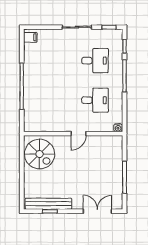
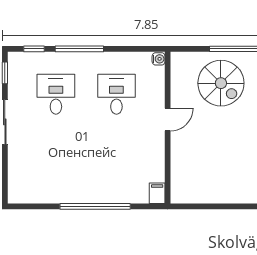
filing cabinet: (30, 37) -> (157, 193), moved
door: (78, 134) -> (168, 119), hinge flipped
spiral stairs: (40, 154) -> (221, 83), moved, turned 90

